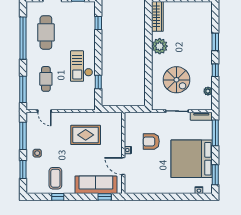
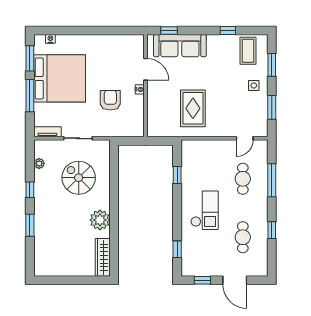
cafe table: (46, 32) -> (243, 237), width x0.73, depth x0.74
window: (23, 38) -> (272, 230), width x0.32
checkout: (82, 66) -> (205, 210), moved
window: (23, 89) -> (272, 180), moved
door: (44, 111) -> (245, 138), swing flipped
window: (215, 133) -> (30, 96), moved
rug: (86, 135) -> (193, 108), turned 90
window: (23, 136) -> (272, 107), width x0.69
armchair: (151, 141) -> (110, 100), turned -90
coffee table: (55, 178) -> (248, 51), moved

